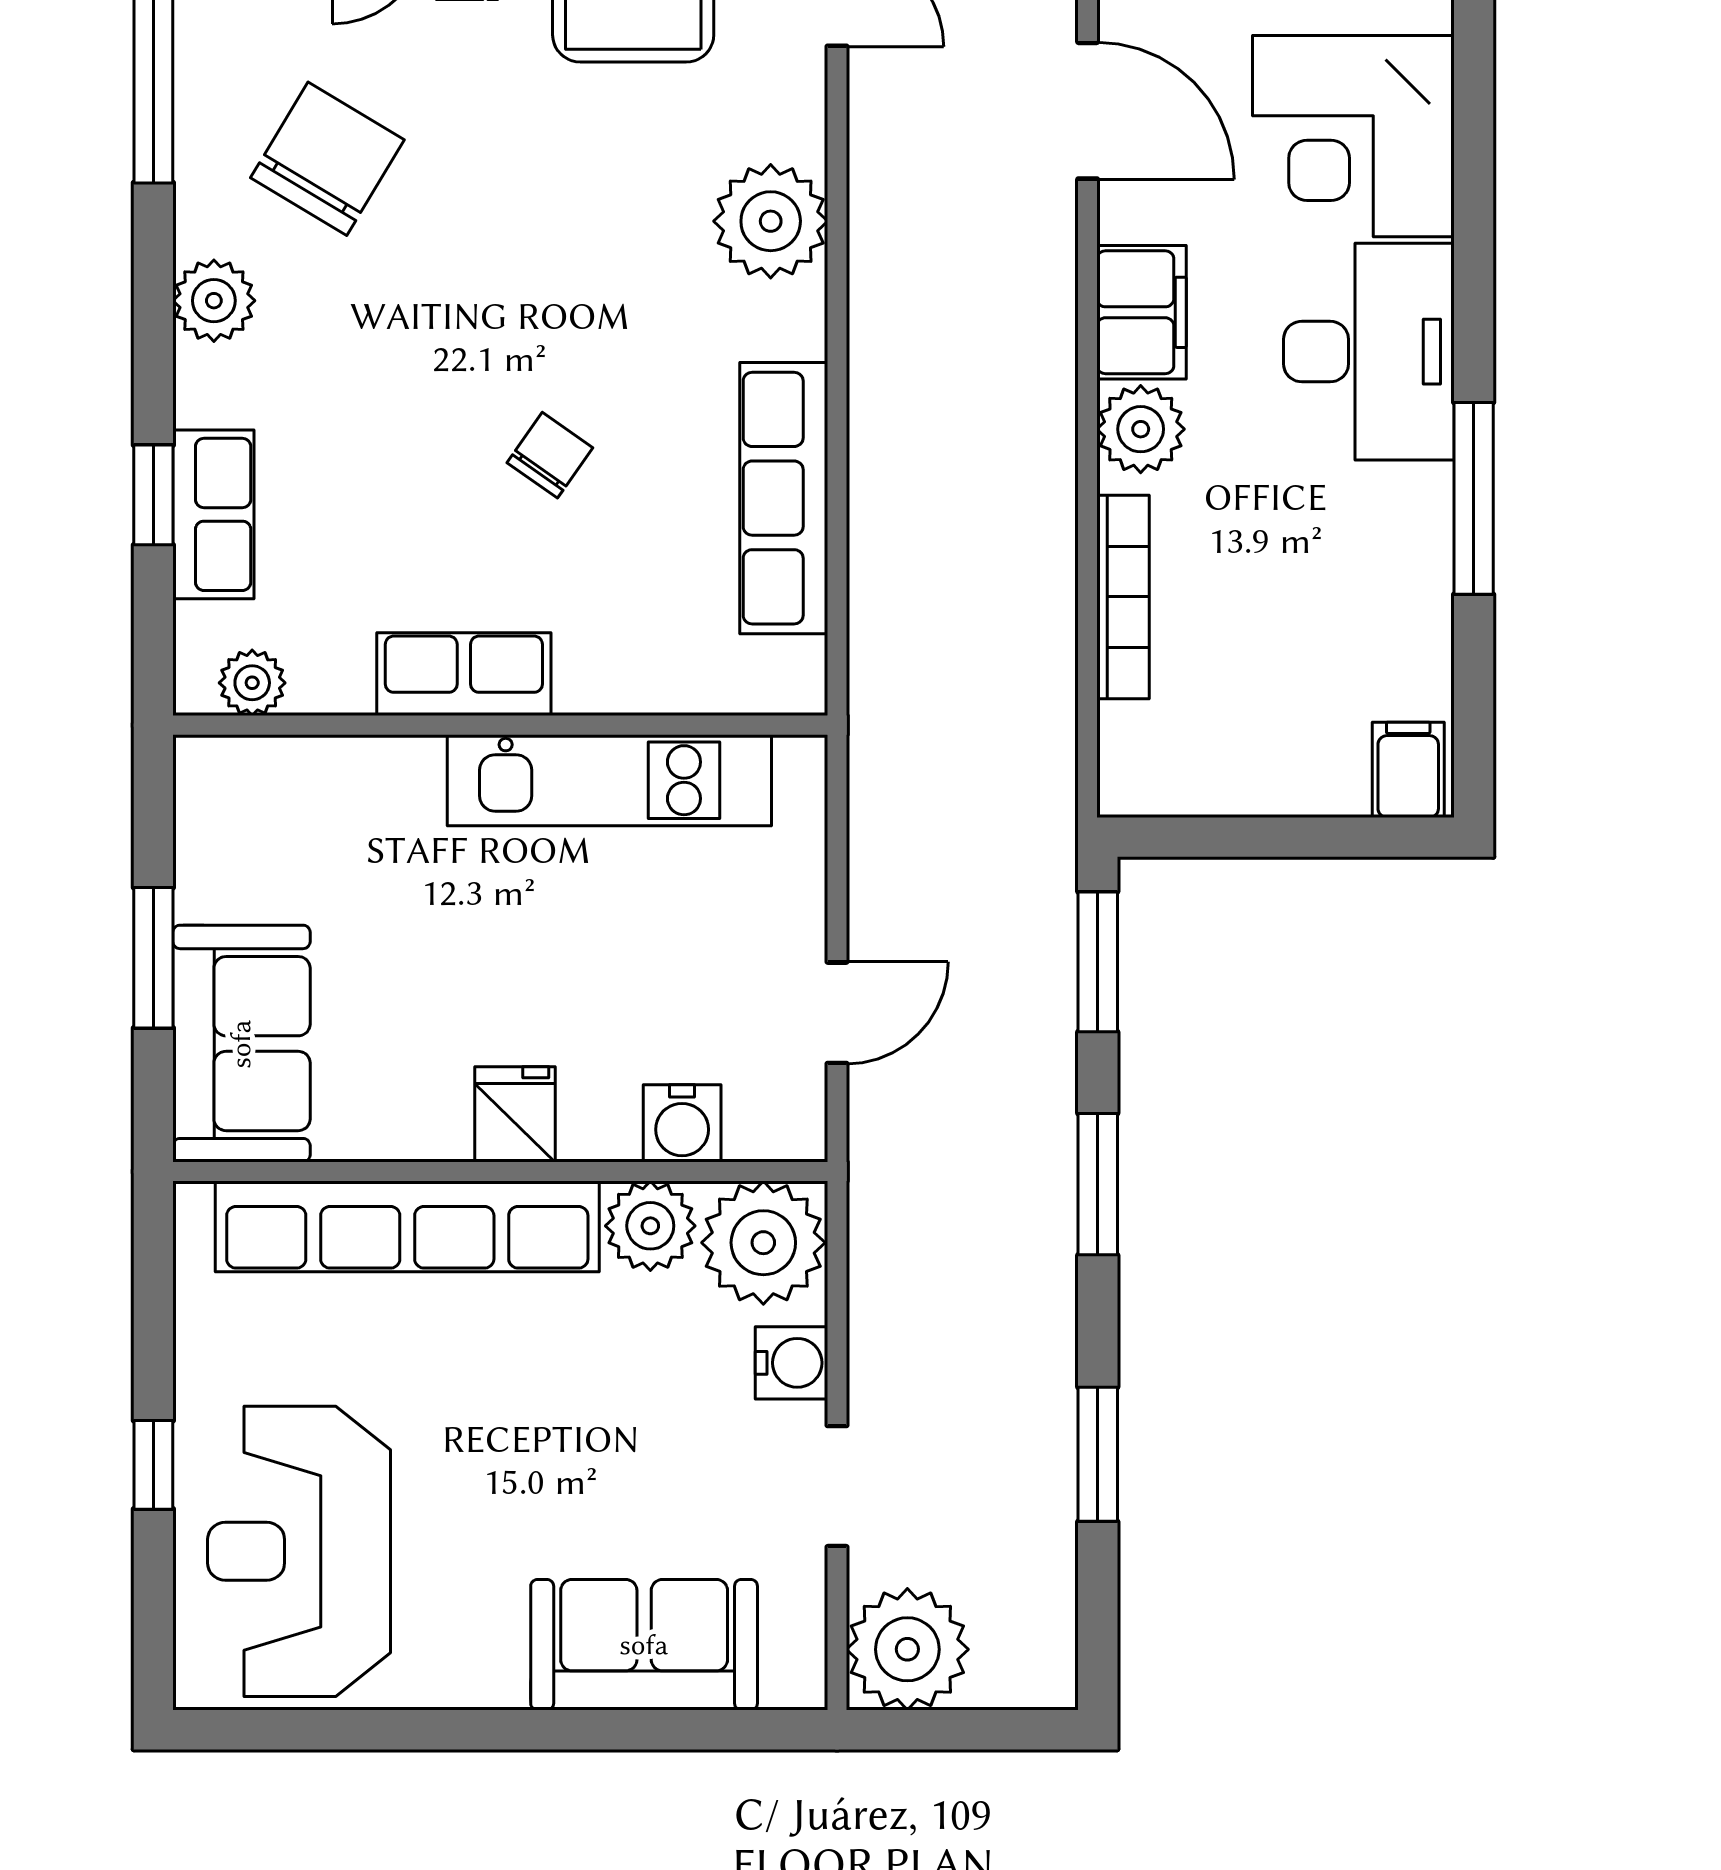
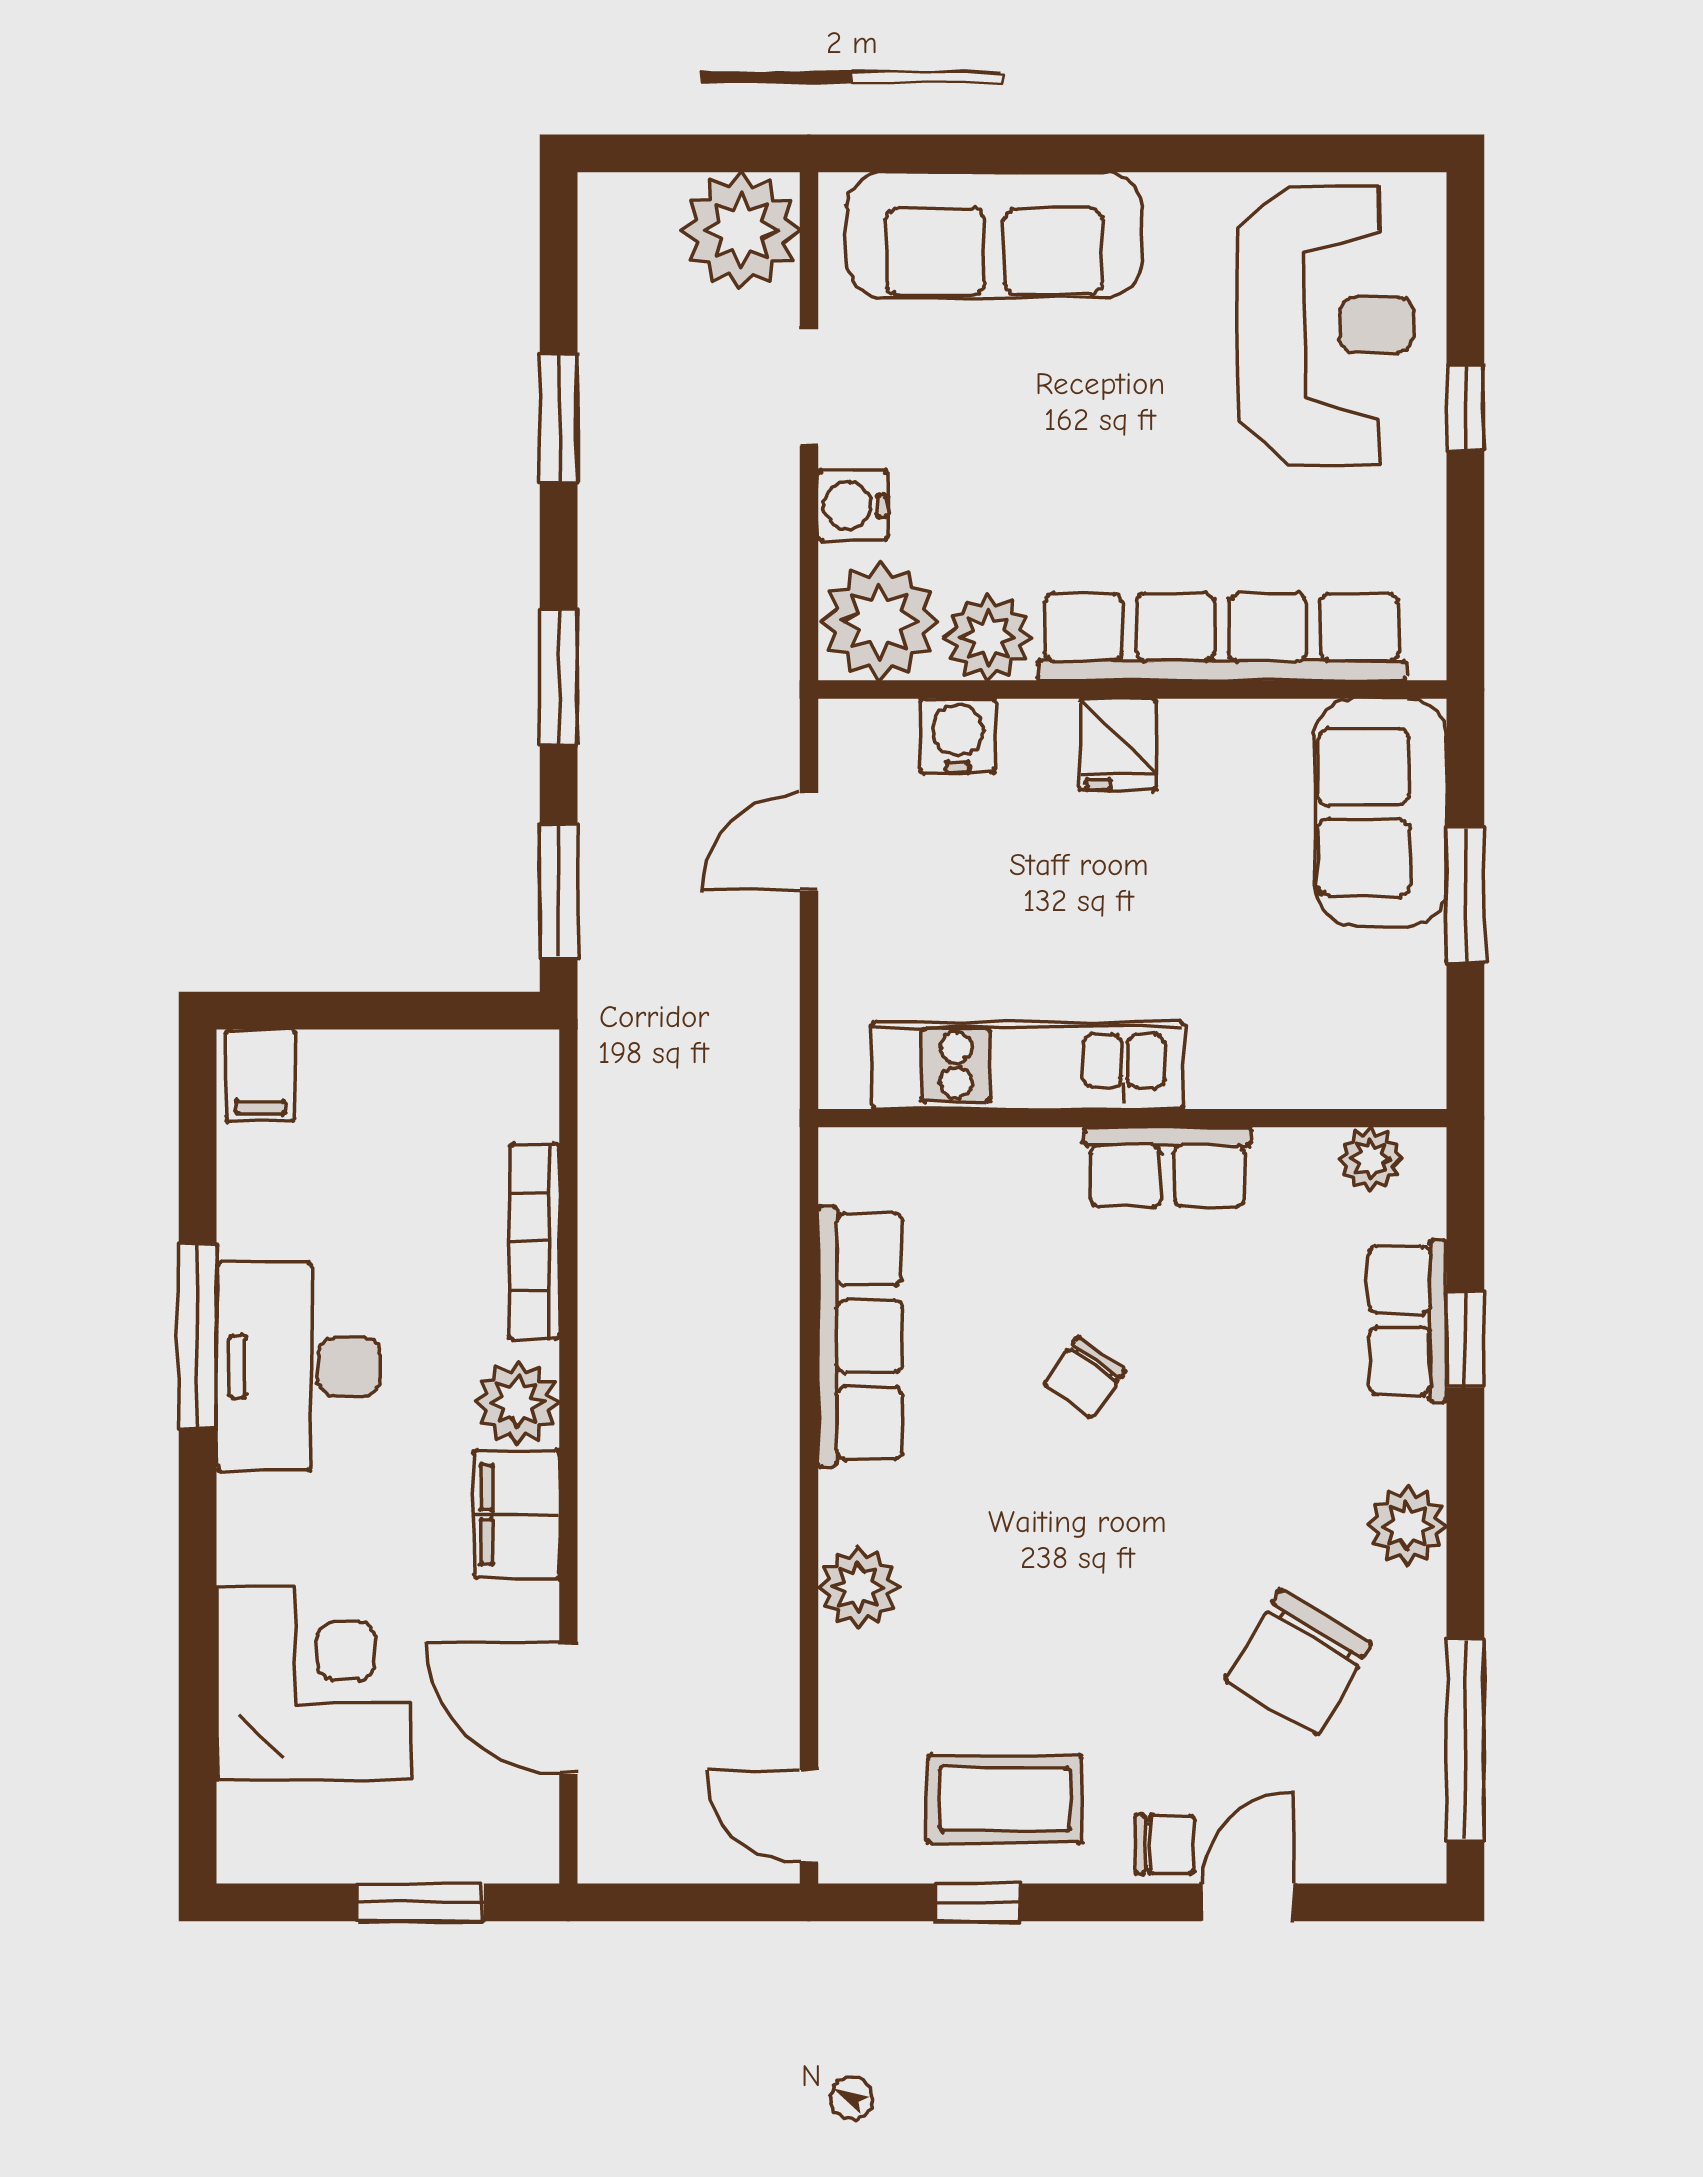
plant: (771, 221) -> (858, 1587), width x0.73, depth x0.73
desk: (1369, 352) -> (298, 1366), moved
sofa: (644, 1645) -> (994, 235), width x1.36

